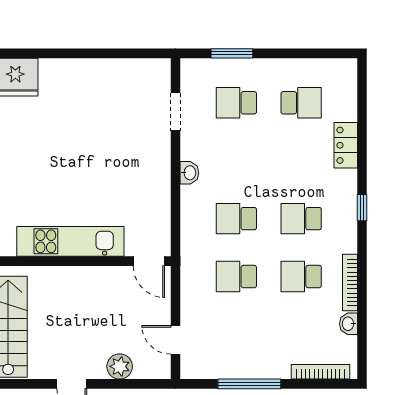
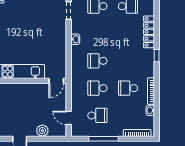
locker: (346, 145) -> (149, 32), width x1.53
school desk: (301, 219) -> (97, 115), moved, turned 180
door: (149, 261) -> (56, 81), hinge flipped

